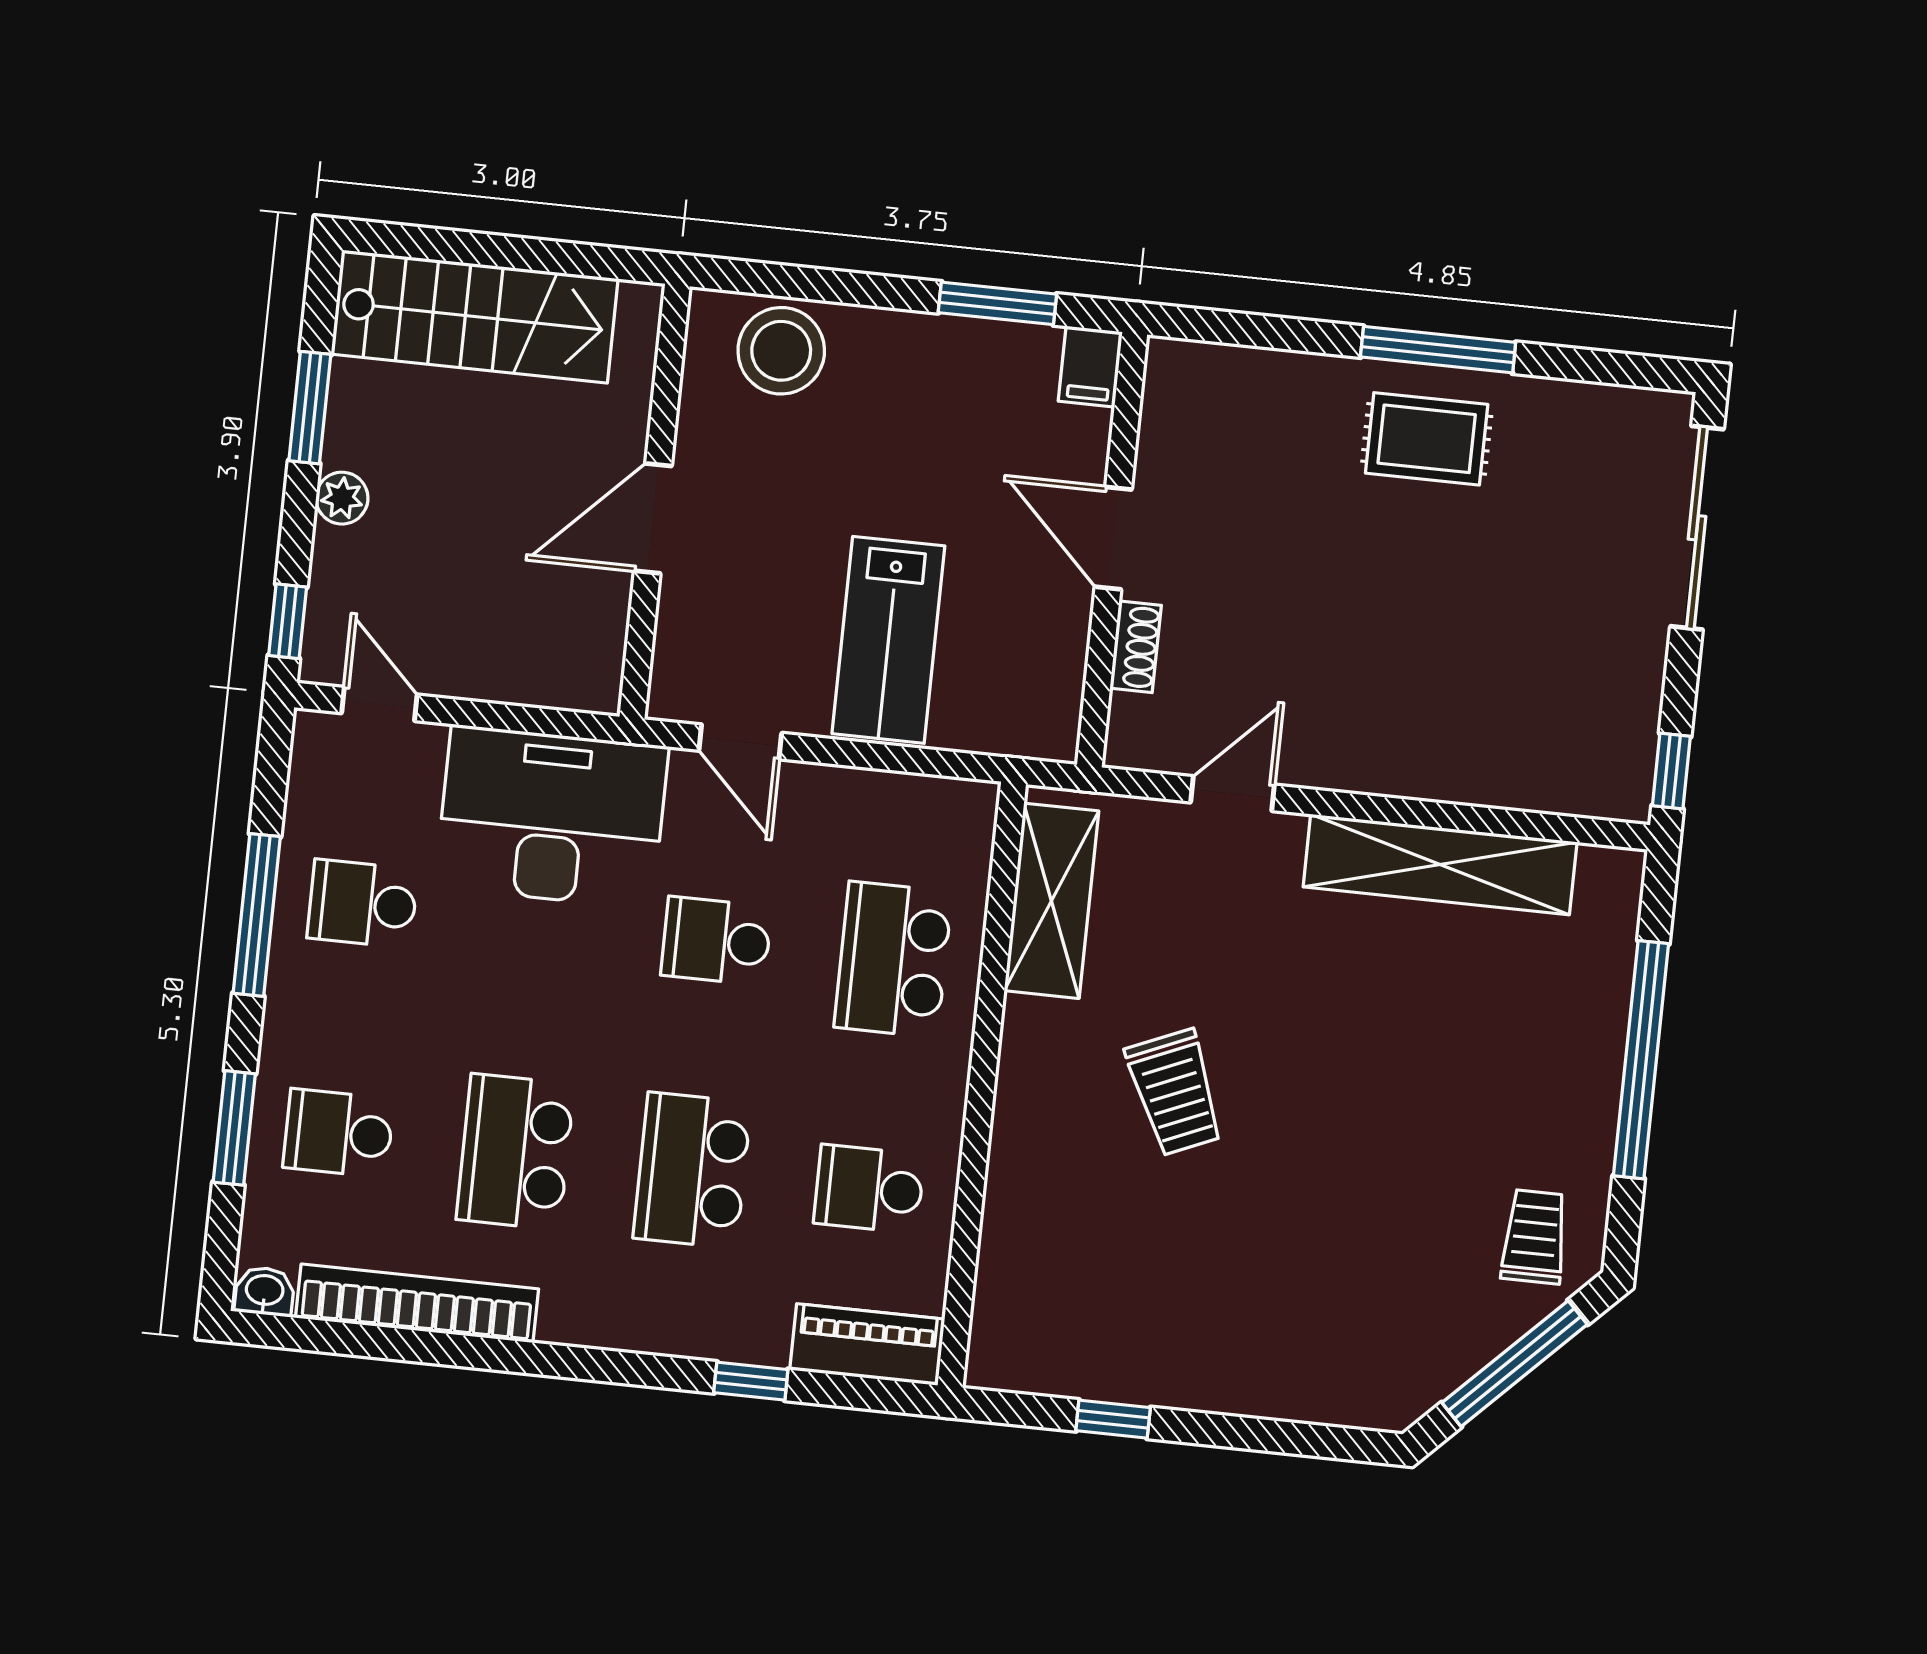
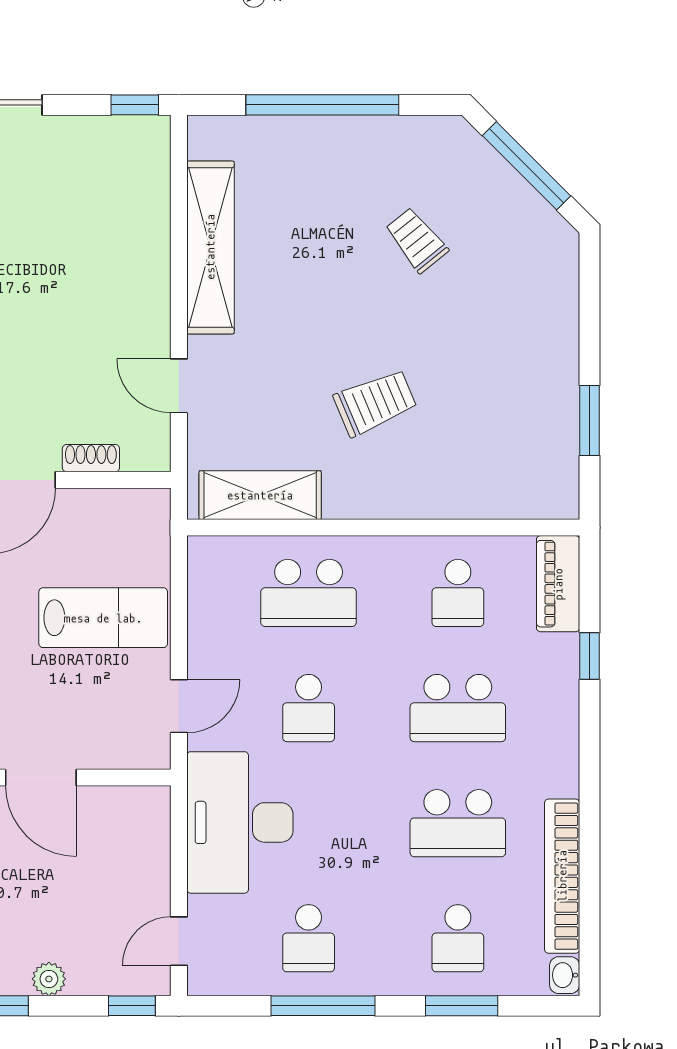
trolley: (1535, 1237) -> (417, 240), moved, turned 51
window: (1113, 1419) -> (590, 420), width x1.50

